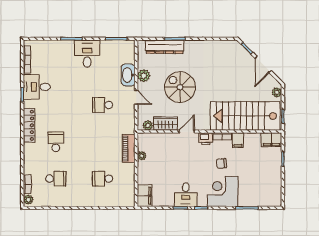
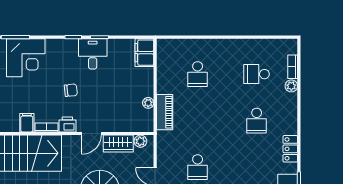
school desk: (103, 105) -> (198, 167), turned 90
locker: (29, 125) -> (290, 149), width x0.66
chair: (221, 163) -> (71, 90), moved
school desk: (103, 179) -> (198, 74), turned 90
corner desk: (223, 192) -> (26, 58), moved
plant: (28, 200) -> (291, 86), moved

